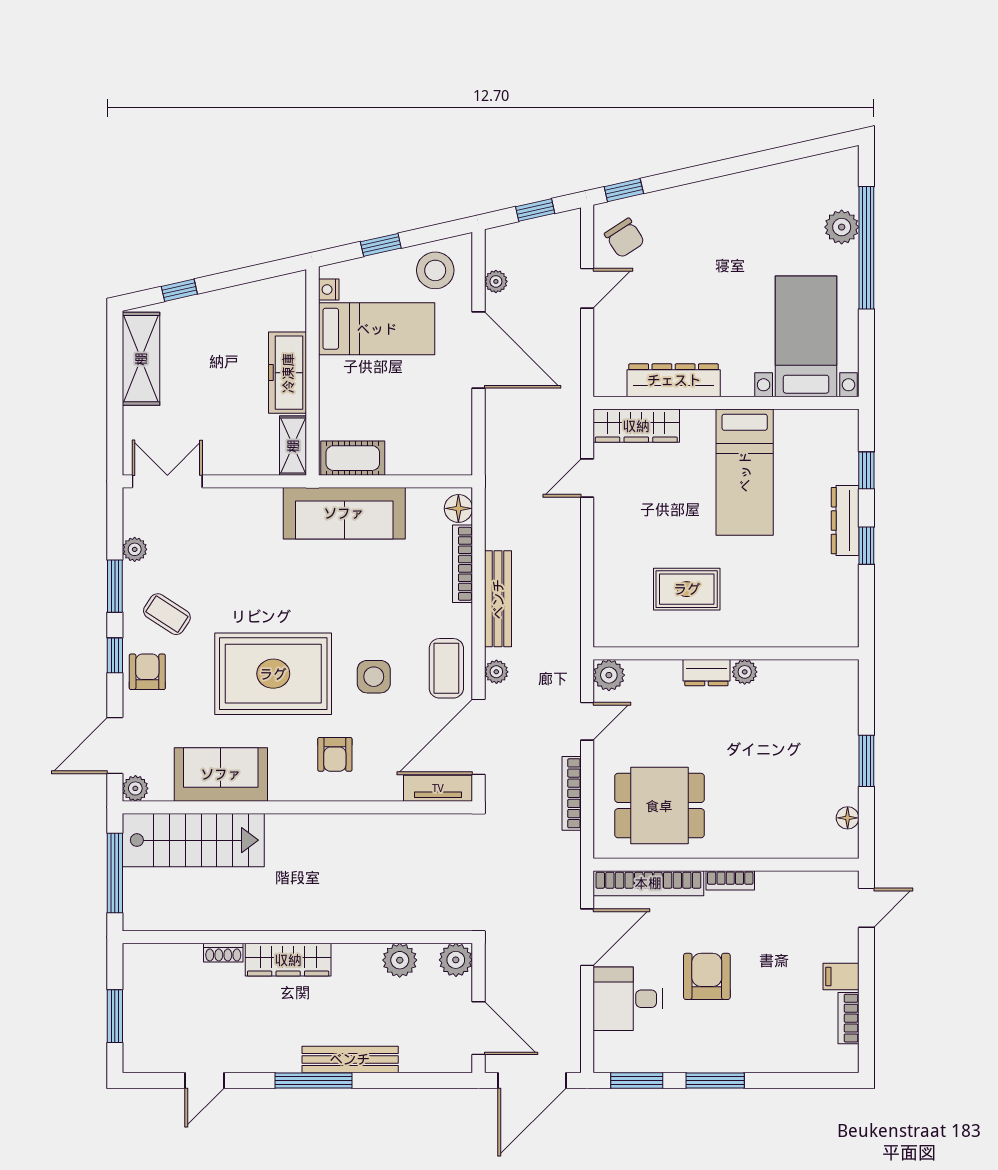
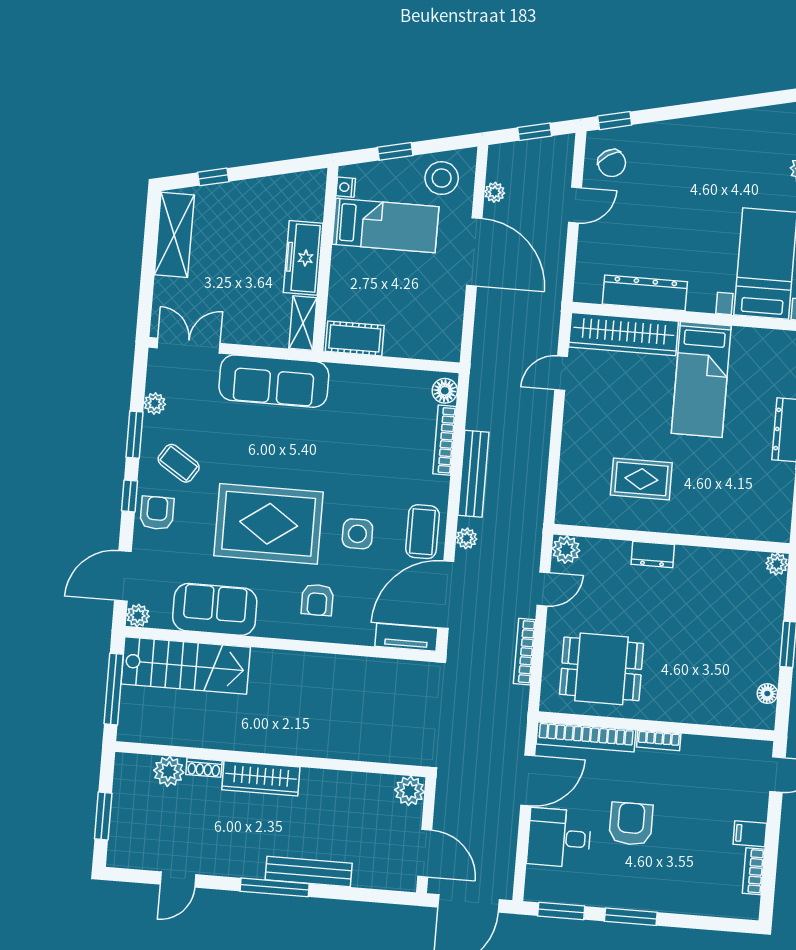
wardrobe: (636, 426) -> (624, 334), width x1.40, depth x1.17
sofa: (344, 513) -> (274, 381), moved
plant: (745, 672) -> (777, 564), moved
plant: (400, 960) -> (169, 771), moved

